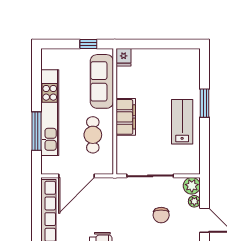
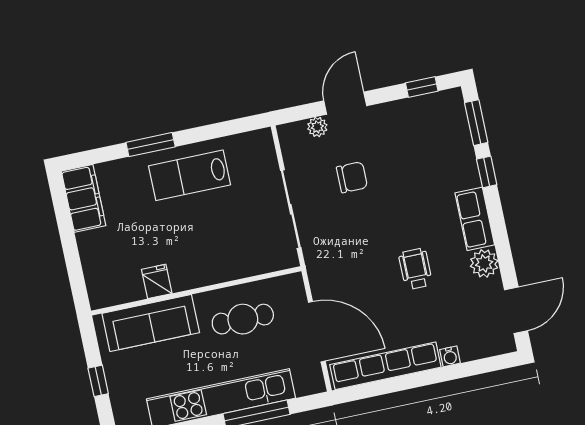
window: (88, 44) -> (98, 381), moved
fridge: (124, 57) -> (157, 281), moved, turned -90
filing cabinet: (126, 117) -> (84, 198), moved, turned 90
plant: (192, 186) -> (292, 137), removed

